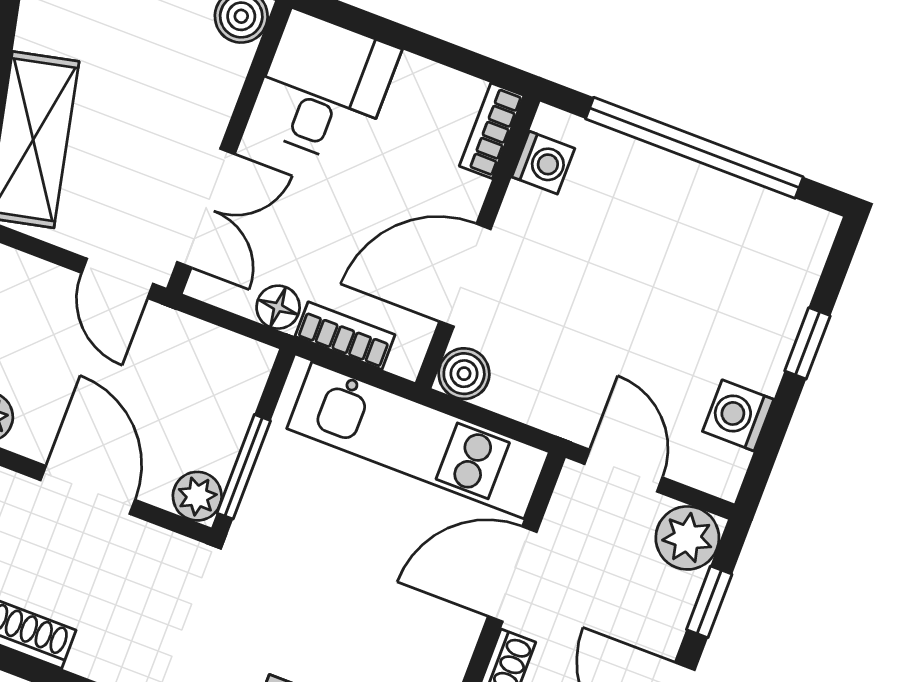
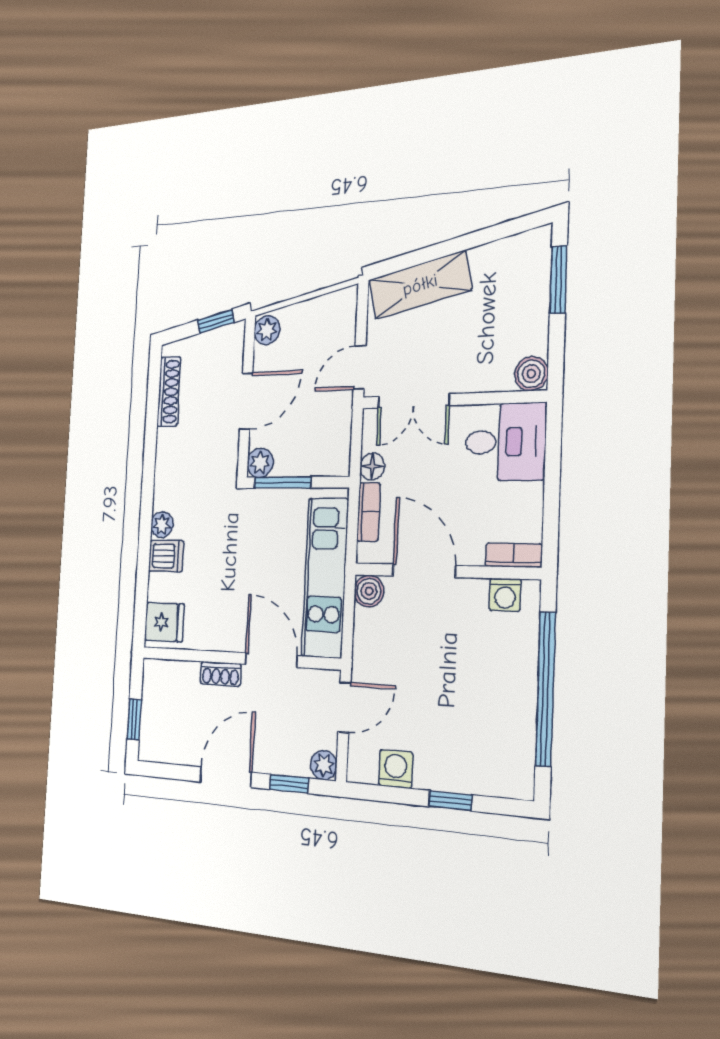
plant: (687, 538) -> (324, 765), width x0.73, depth x0.73

